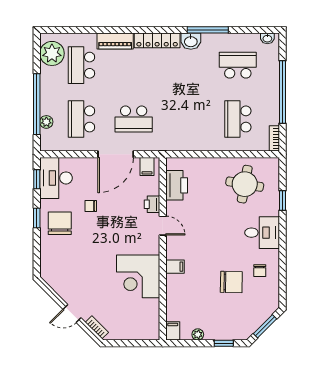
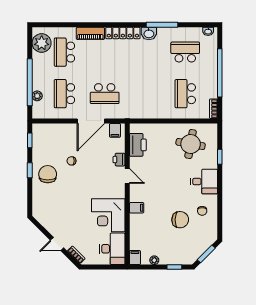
desk: (56, 178) -> (112, 249), moved, turned 180

